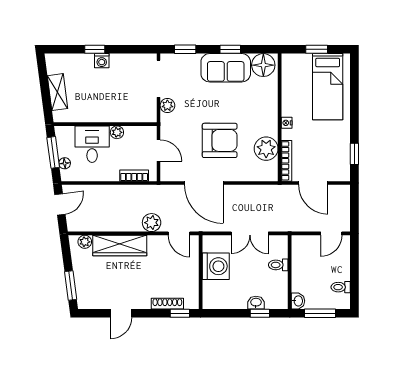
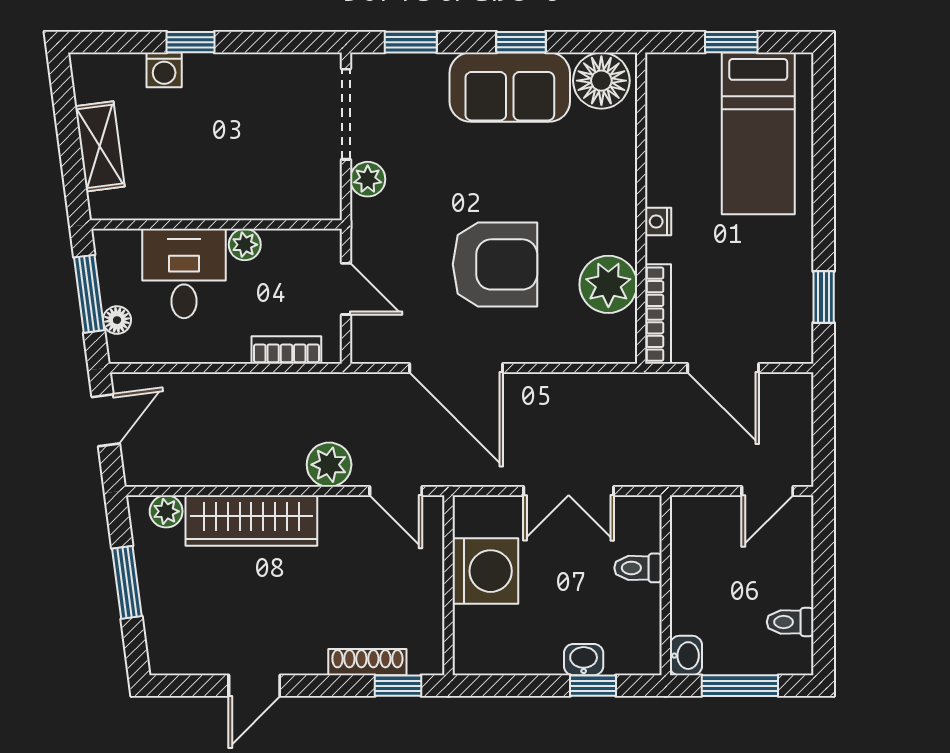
washing machine: (102, 61) -> (164, 70), moved
window: (71, 286) -> (127, 582), moved

